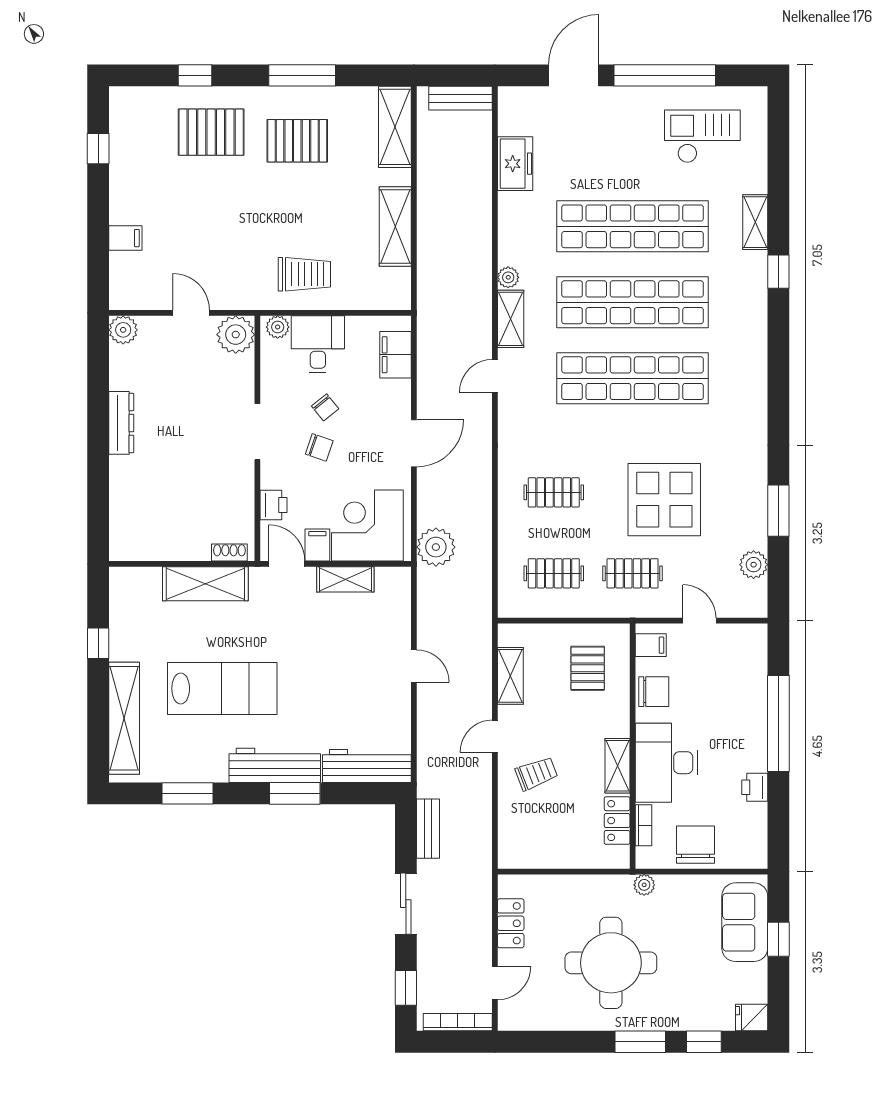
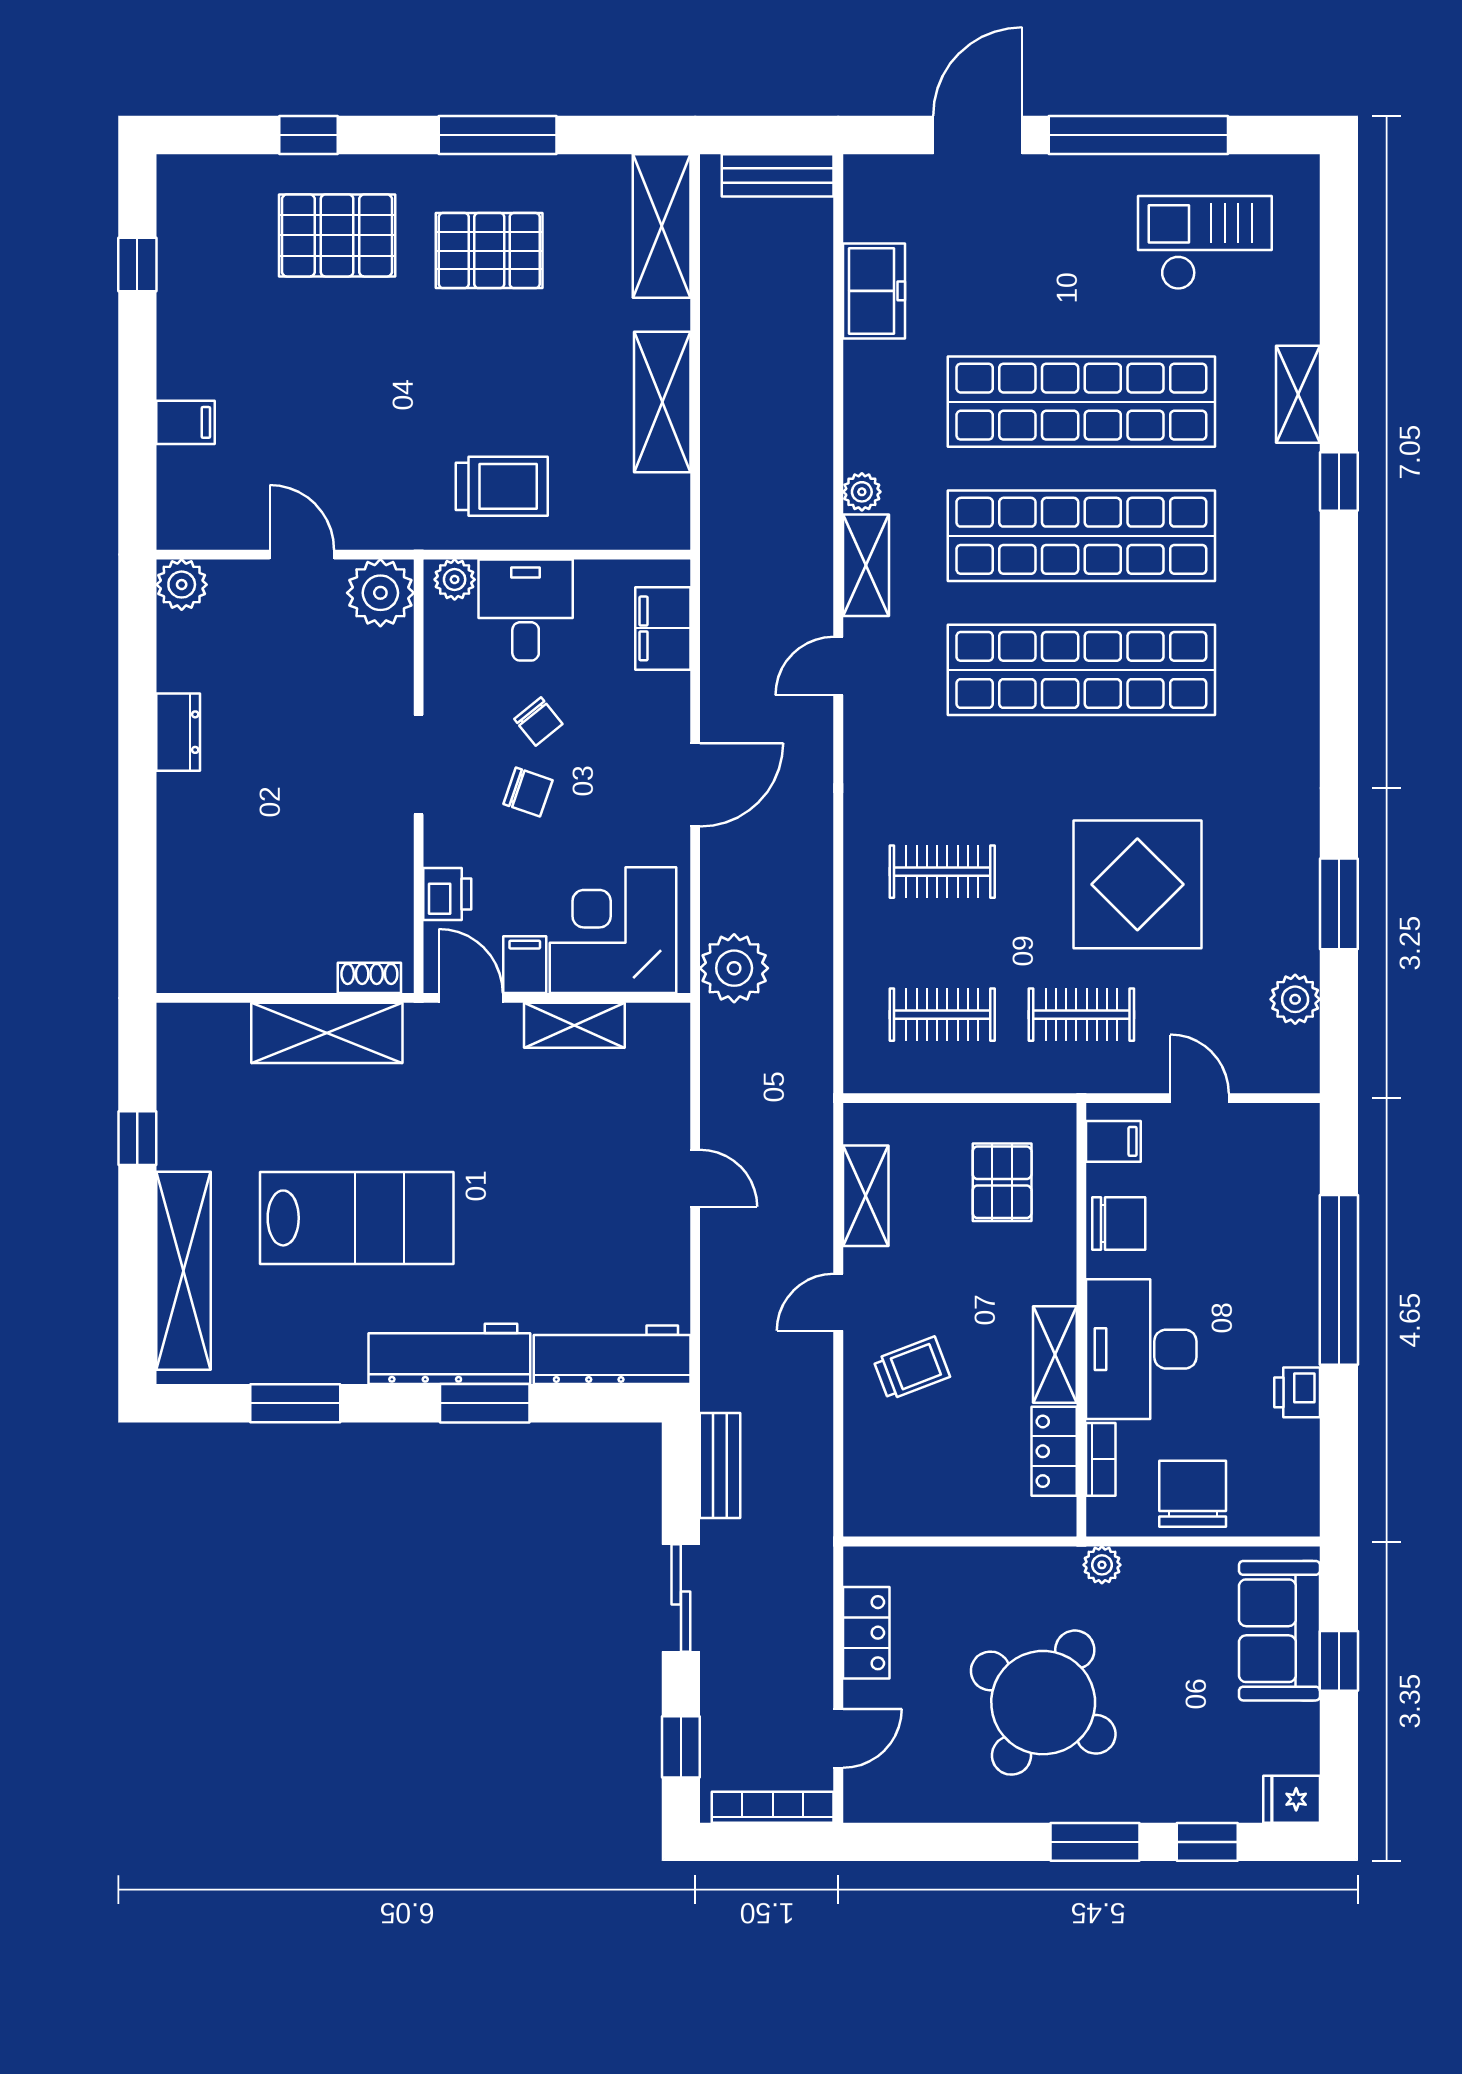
dresser: (121, 423) -> (178, 732), width x0.70
round table: (611, 963) -> (1043, 1703), turned 31

